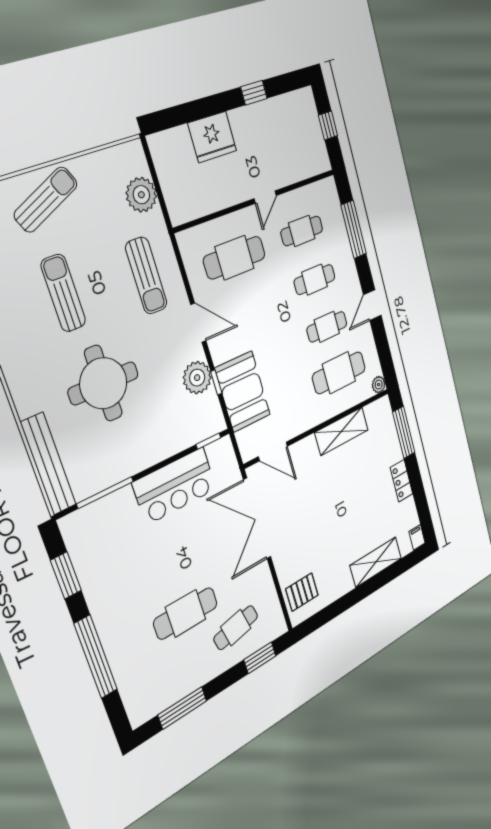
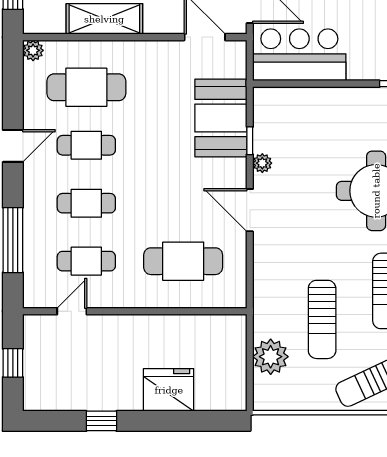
door: (265, 197) -> (72, 311), moved
sun lounger: (146, 276) -> (322, 319), moved, turned 180
plant: (197, 378) -> (262, 163), width x0.53, depth x0.53
window: (208, 441) -> (280, 84), removed
bar counter: (175, 486) -> (299, 55), moved

